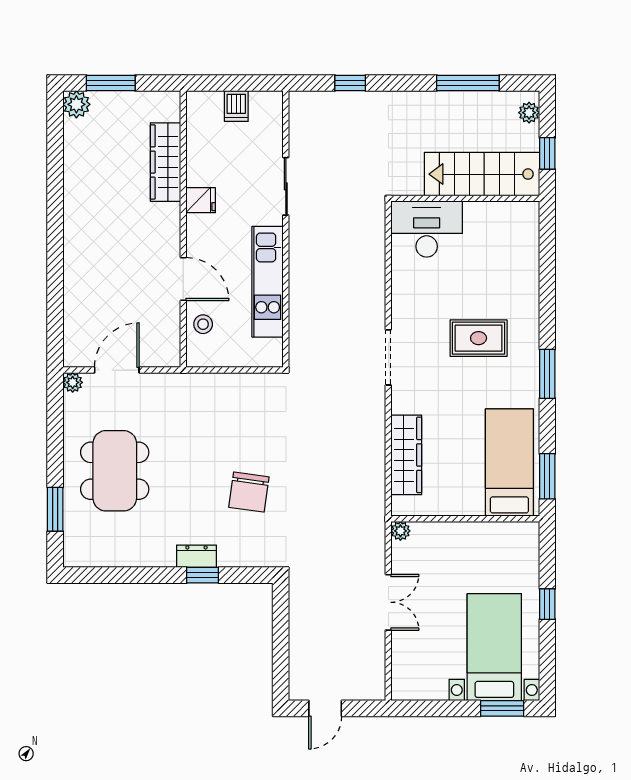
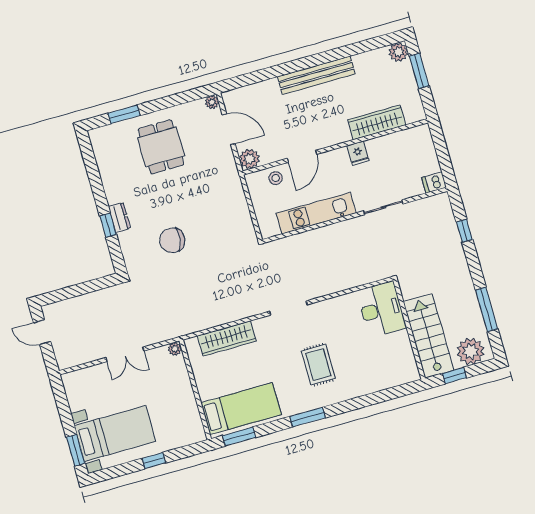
dishwasher: (236, 106) -> (434, 182), moved
plant: (529, 113) -> (471, 351), width x1.87, depth x1.87
bench: (76, 228) -> (316, 75), added
plant: (166, 353) -> (249, 159), added
dining table: (115, 471) -> (161, 147), width x0.73

